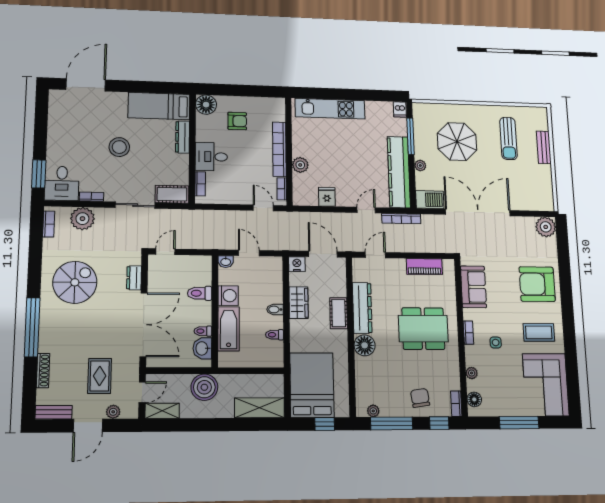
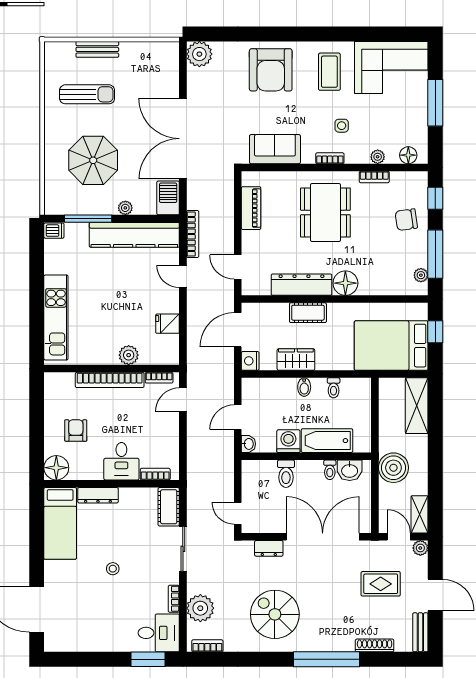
stool: (119, 147) -> (113, 569), width x0.53, depth x0.53
bookcase: (456, 404) -> (374, 177), moved
plant: (113, 412) -> (420, 548), moved

